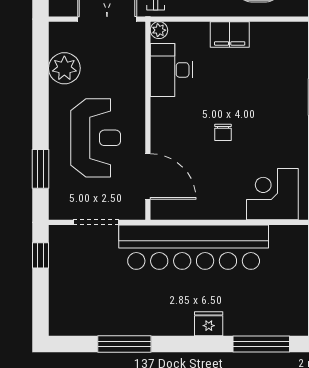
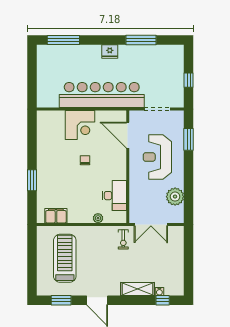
plant: (159, 30) -> (98, 218), moved
filing cabinet: (230, 34) -> (56, 216), moved
corner desk: (272, 194) -> (80, 125), moved
window: (41, 255) -> (189, 80), moved
fridge: (209, 324) -> (110, 51), moved

